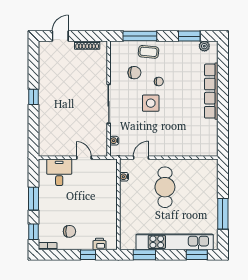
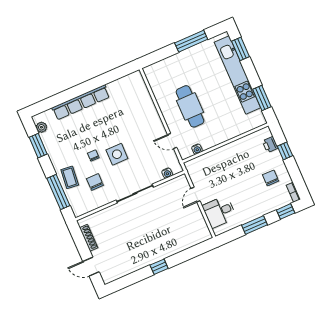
cafe table: (165, 187) -> (190, 106), turned 90

